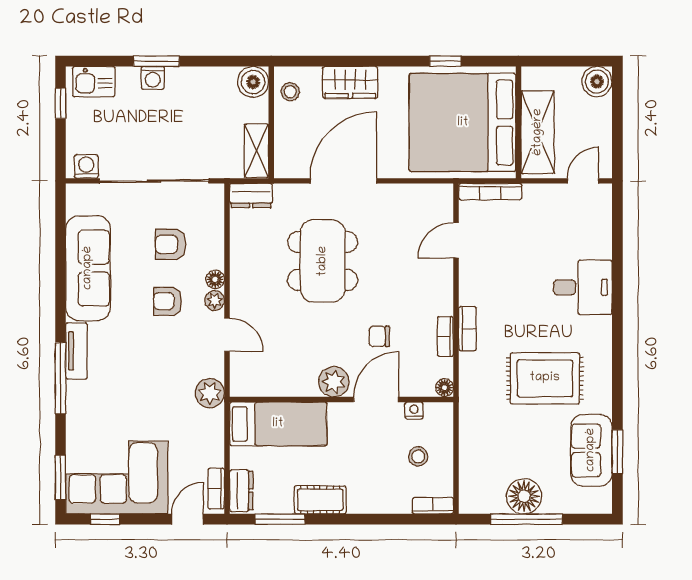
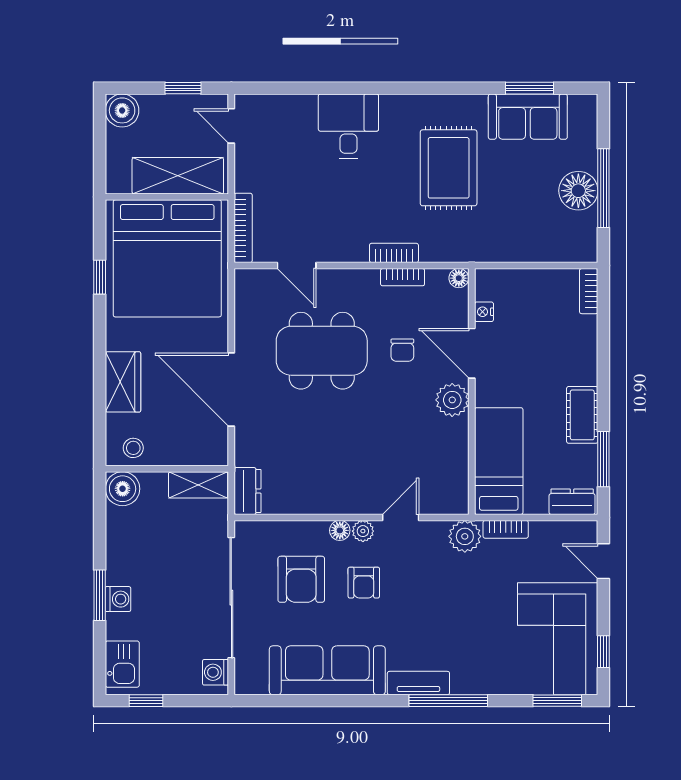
window: (617, 137) -> (183, 88), added
armchair: (171, 244) -> (301, 579), width x1.38, depth x1.38
dining table: (323, 261) -> (322, 351), moved
stool: (418, 456) -> (534, 307), removed
bookcase: (216, 489) -> (506, 529), moved

